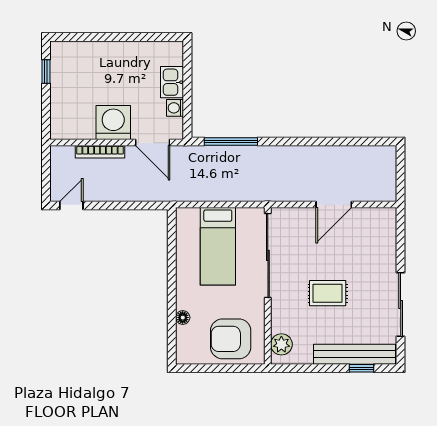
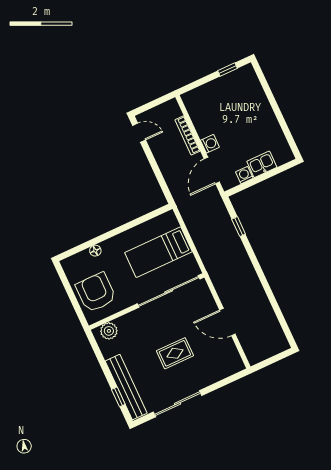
washing machine: (113, 123) -> (210, 144), width x0.53, depth x0.53
window: (231, 142) -> (239, 227), width x0.46
rug: (328, 293) -> (175, 353), moved, turned 90

